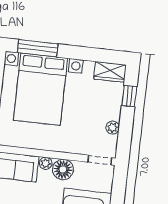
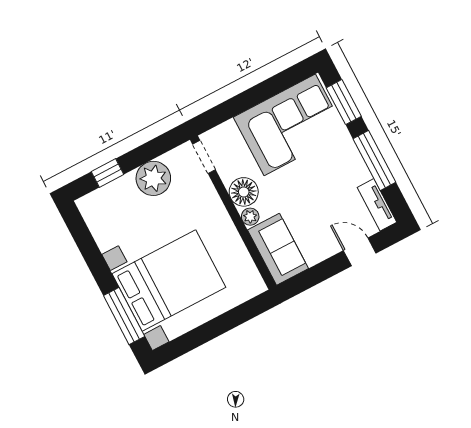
wardrobe: (110, 72) -> (95, 214), removed
plant: (113, 128) -> (153, 178), width x1.88, depth x1.88

